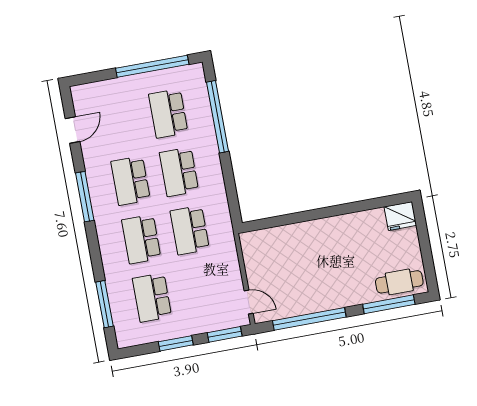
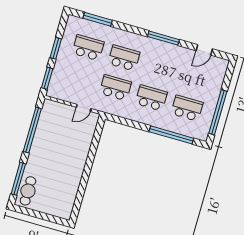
door: (73, 130) -> (204, 50), hinge flipped
school desk: (131, 181) -> (160, 68), removed
fridge: (400, 216) -> (65, 210), removed
door: (249, 302) -> (84, 108), moved

